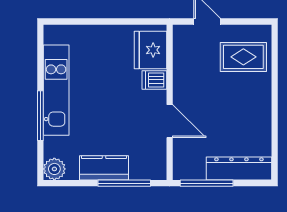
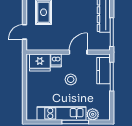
stool: (119, 107) -> (71, 79), added
kitchen counter: (104, 168) -> (103, 71), moved
plant: (54, 169) -> (93, 114), moved

